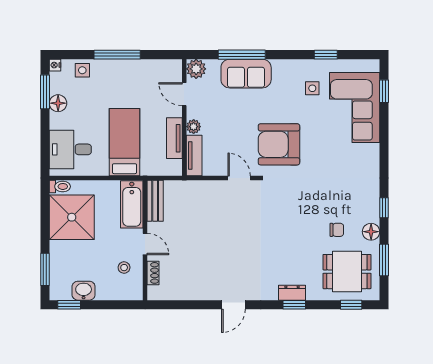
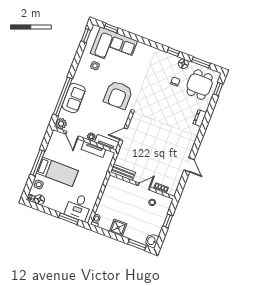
window: (242, 55) -> (63, 96), width x1.46
window: (326, 55) -> (86, 36), moved
window: (45, 92) -> (69, 219), moved
door: (184, 94) -> (72, 135), hinge flipped
floor lamp: (58, 103) -> (39, 200), moved
bed: (124, 142) -> (57, 172), moved, turned 180
door: (239, 178) -> (124, 134), moved
bathtub: (132, 204) -> (120, 185), removed
shower: (72, 217) -> (118, 228), width x0.54, depth x0.54
washbasin: (84, 291) -> (152, 241), moved
window: (69, 305) -> (168, 221), moved
door: (233, 305) -> (189, 165), moved
window: (294, 305) -> (207, 119), removed

